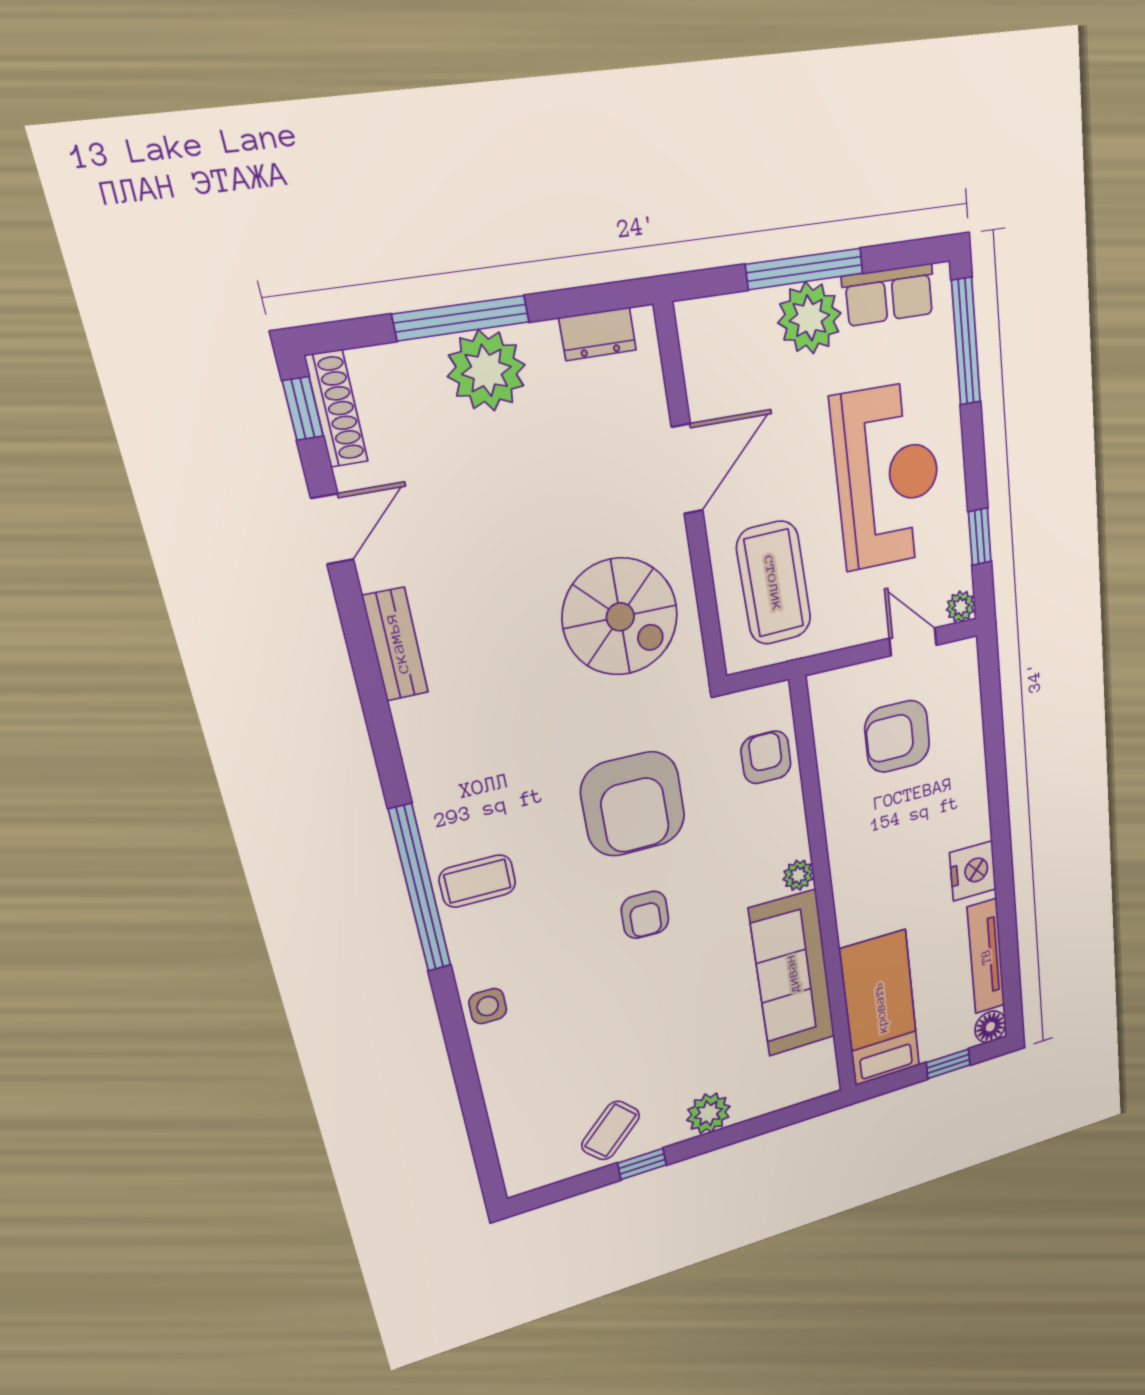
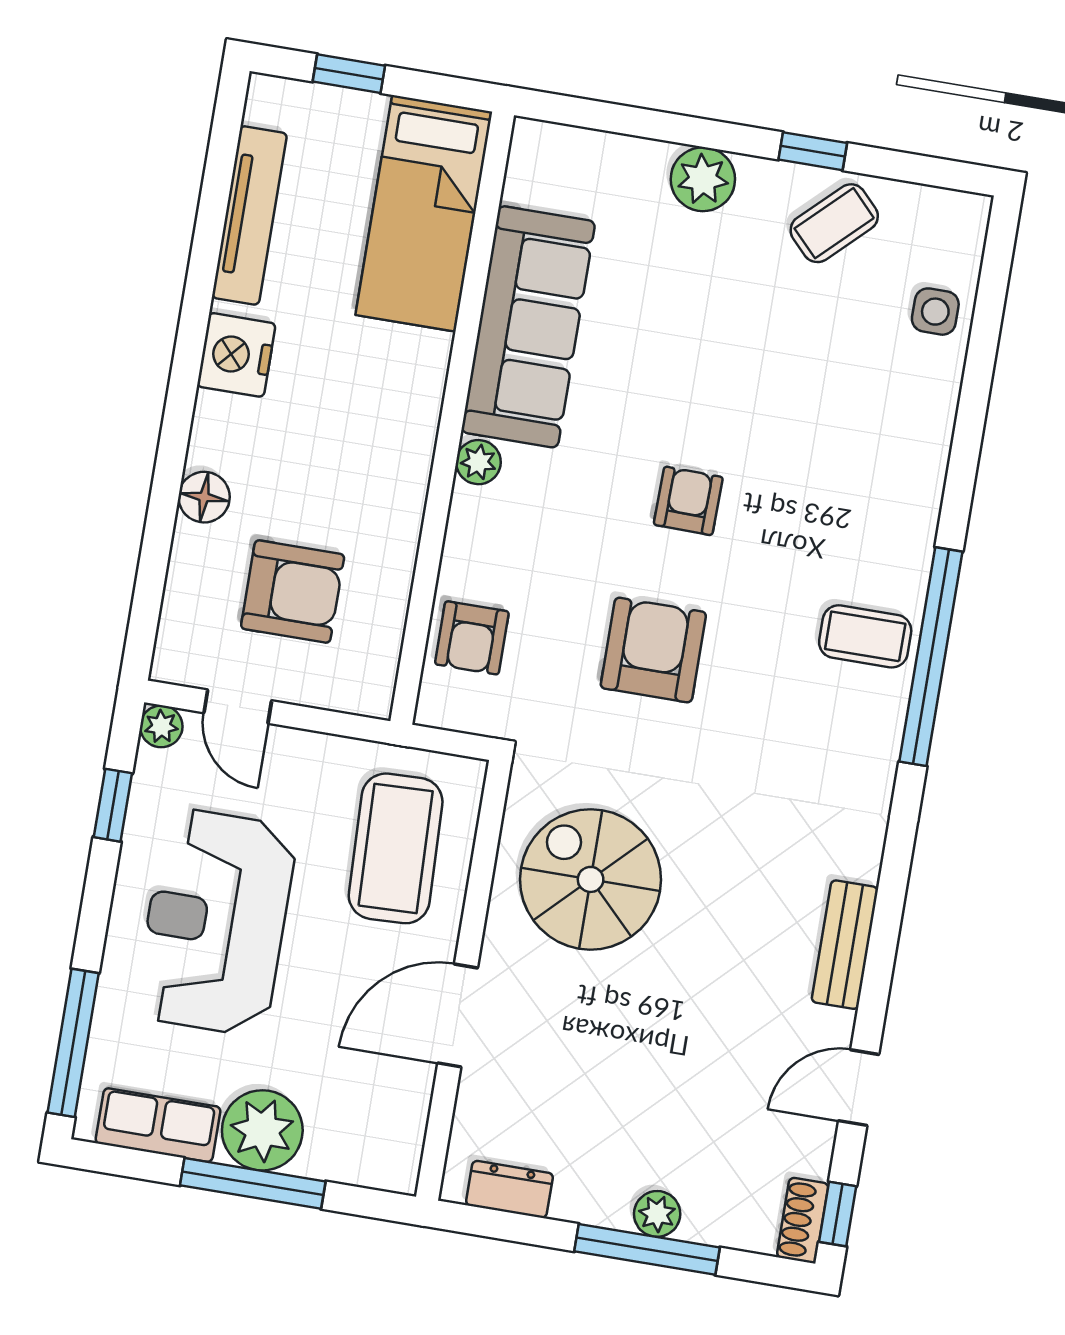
plant: (486, 371) -> (657, 1214), width x0.53, depth x0.53
shoe rack: (336, 409) -> (803, 1220), width x0.70
armchair: (633, 804) -> (653, 650), width x0.73, depth x0.73
side table: (488, 1006) -> (935, 312), moved
floor lamp: (990, 1027) -> (204, 497), moved

